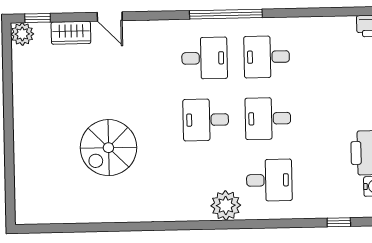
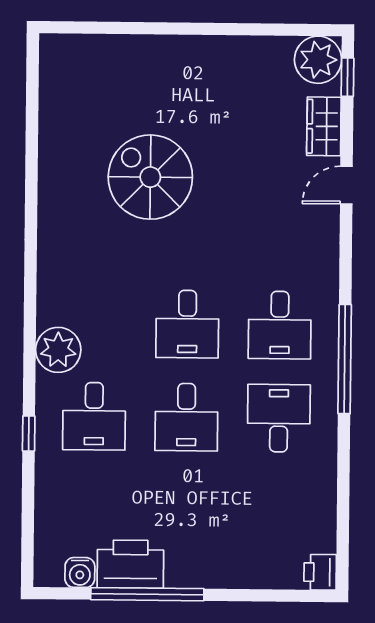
plant: (22, 34) -> (318, 60), width x1.36, depth x1.36
desk: (268, 118) -> (186, 417), turned 180
desk: (206, 120) -> (187, 324), turned 180
window: (339, 222) -> (29, 434), moved

